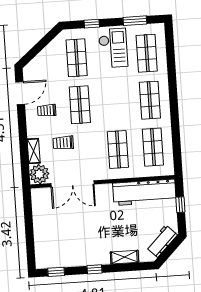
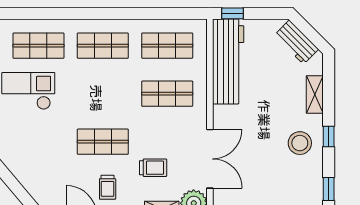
shop shelf: (77, 58) -> (38, 142), removed
trolley: (63, 143) -> (153, 168), turned -90
window: (180, 205) -> (232, 13), moved
stool: (88, 249) -> (300, 143), added

